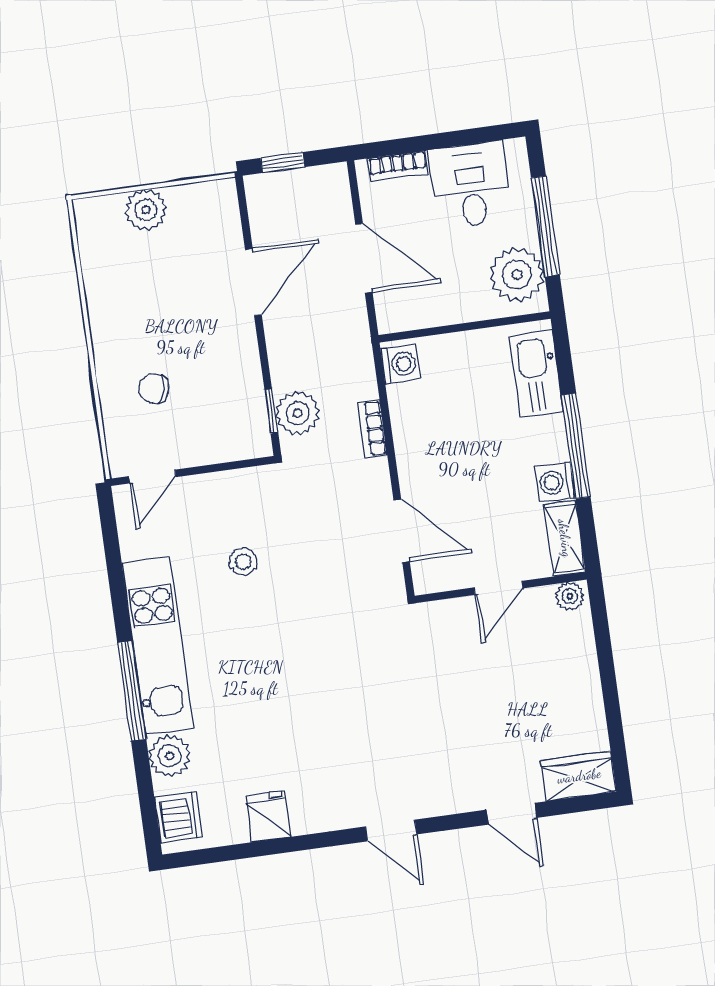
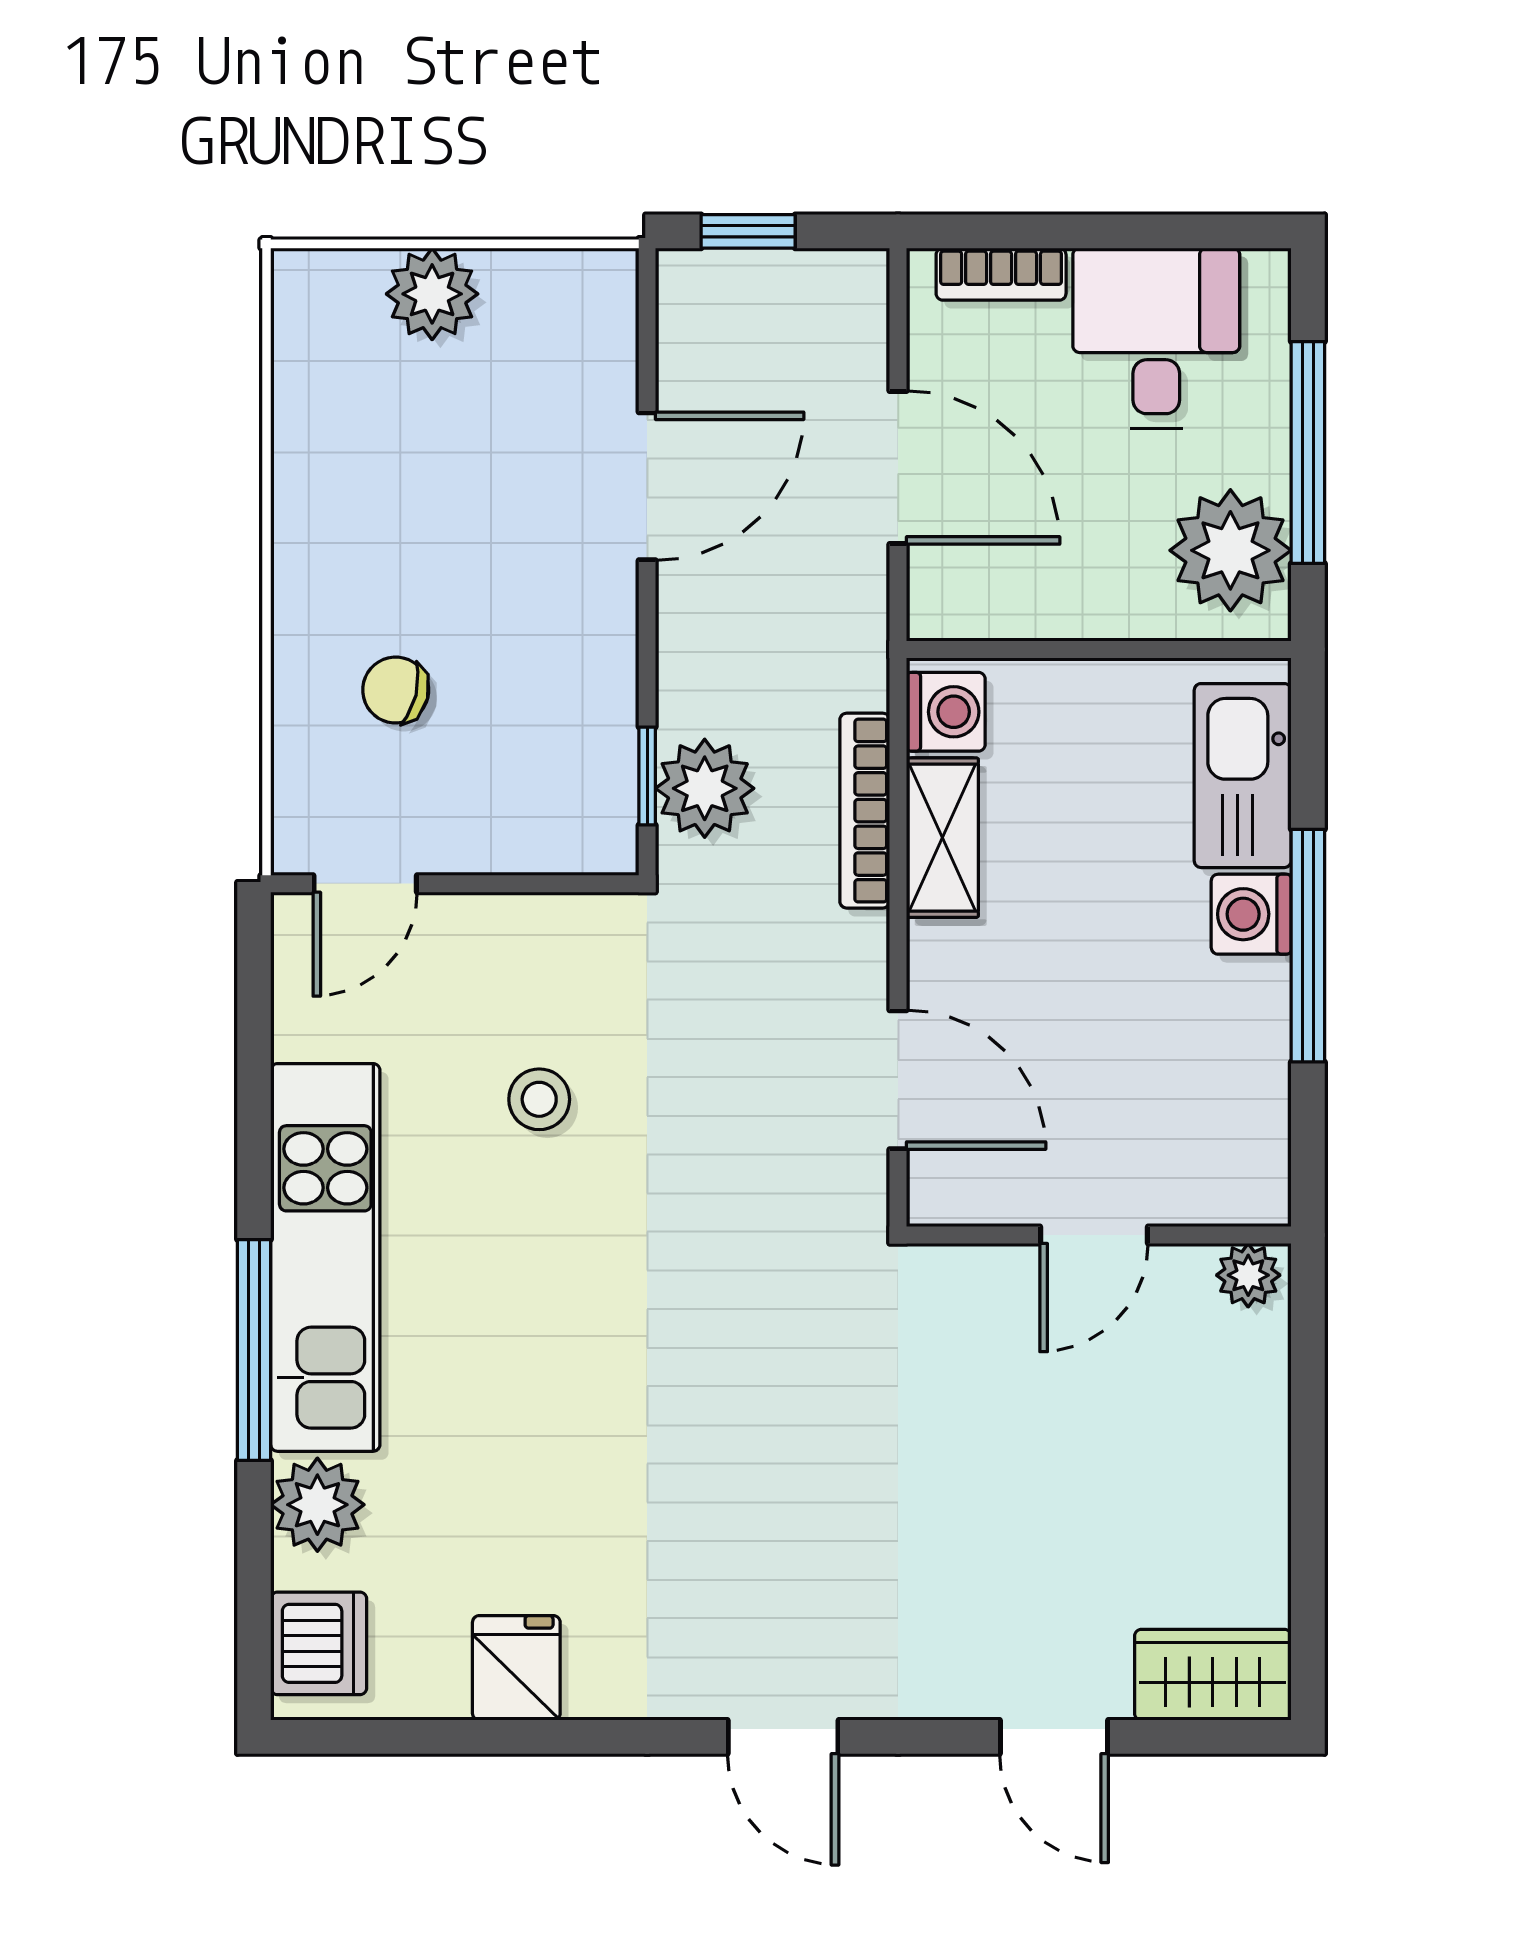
bookcase: (372, 429) -> (865, 811), width x1.56
washing machine: (555, 482) -> (1251, 914), moved
shelving: (565, 538) -> (942, 838), moved

